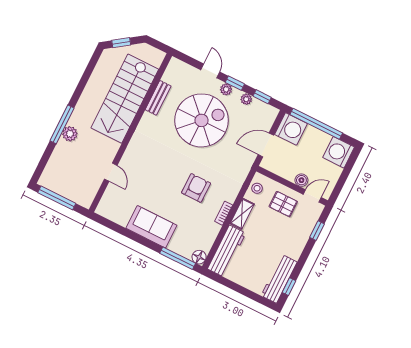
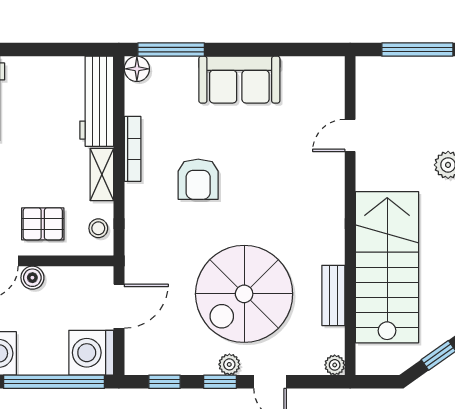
plant: (246, 99) -> (335, 365), moved
door: (111, 172) -> (350, 135), hinge flipped
bookcase: (224, 213) -> (133, 149), width x1.56

